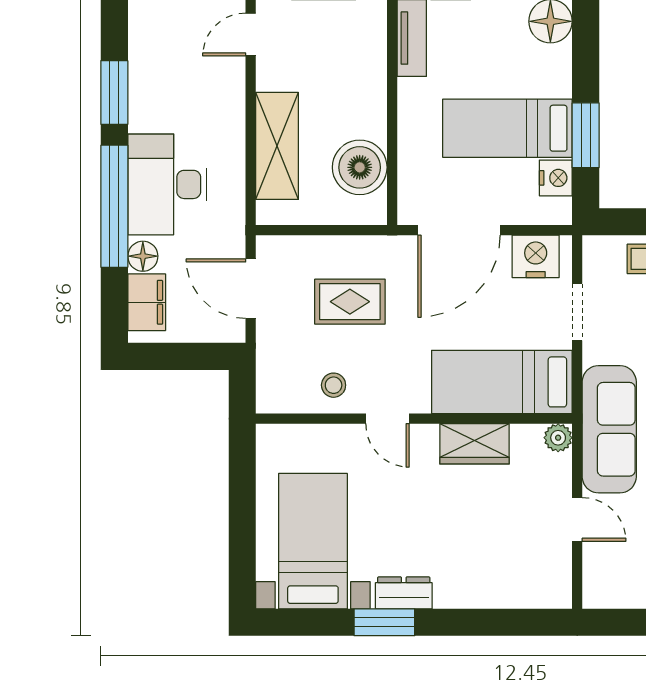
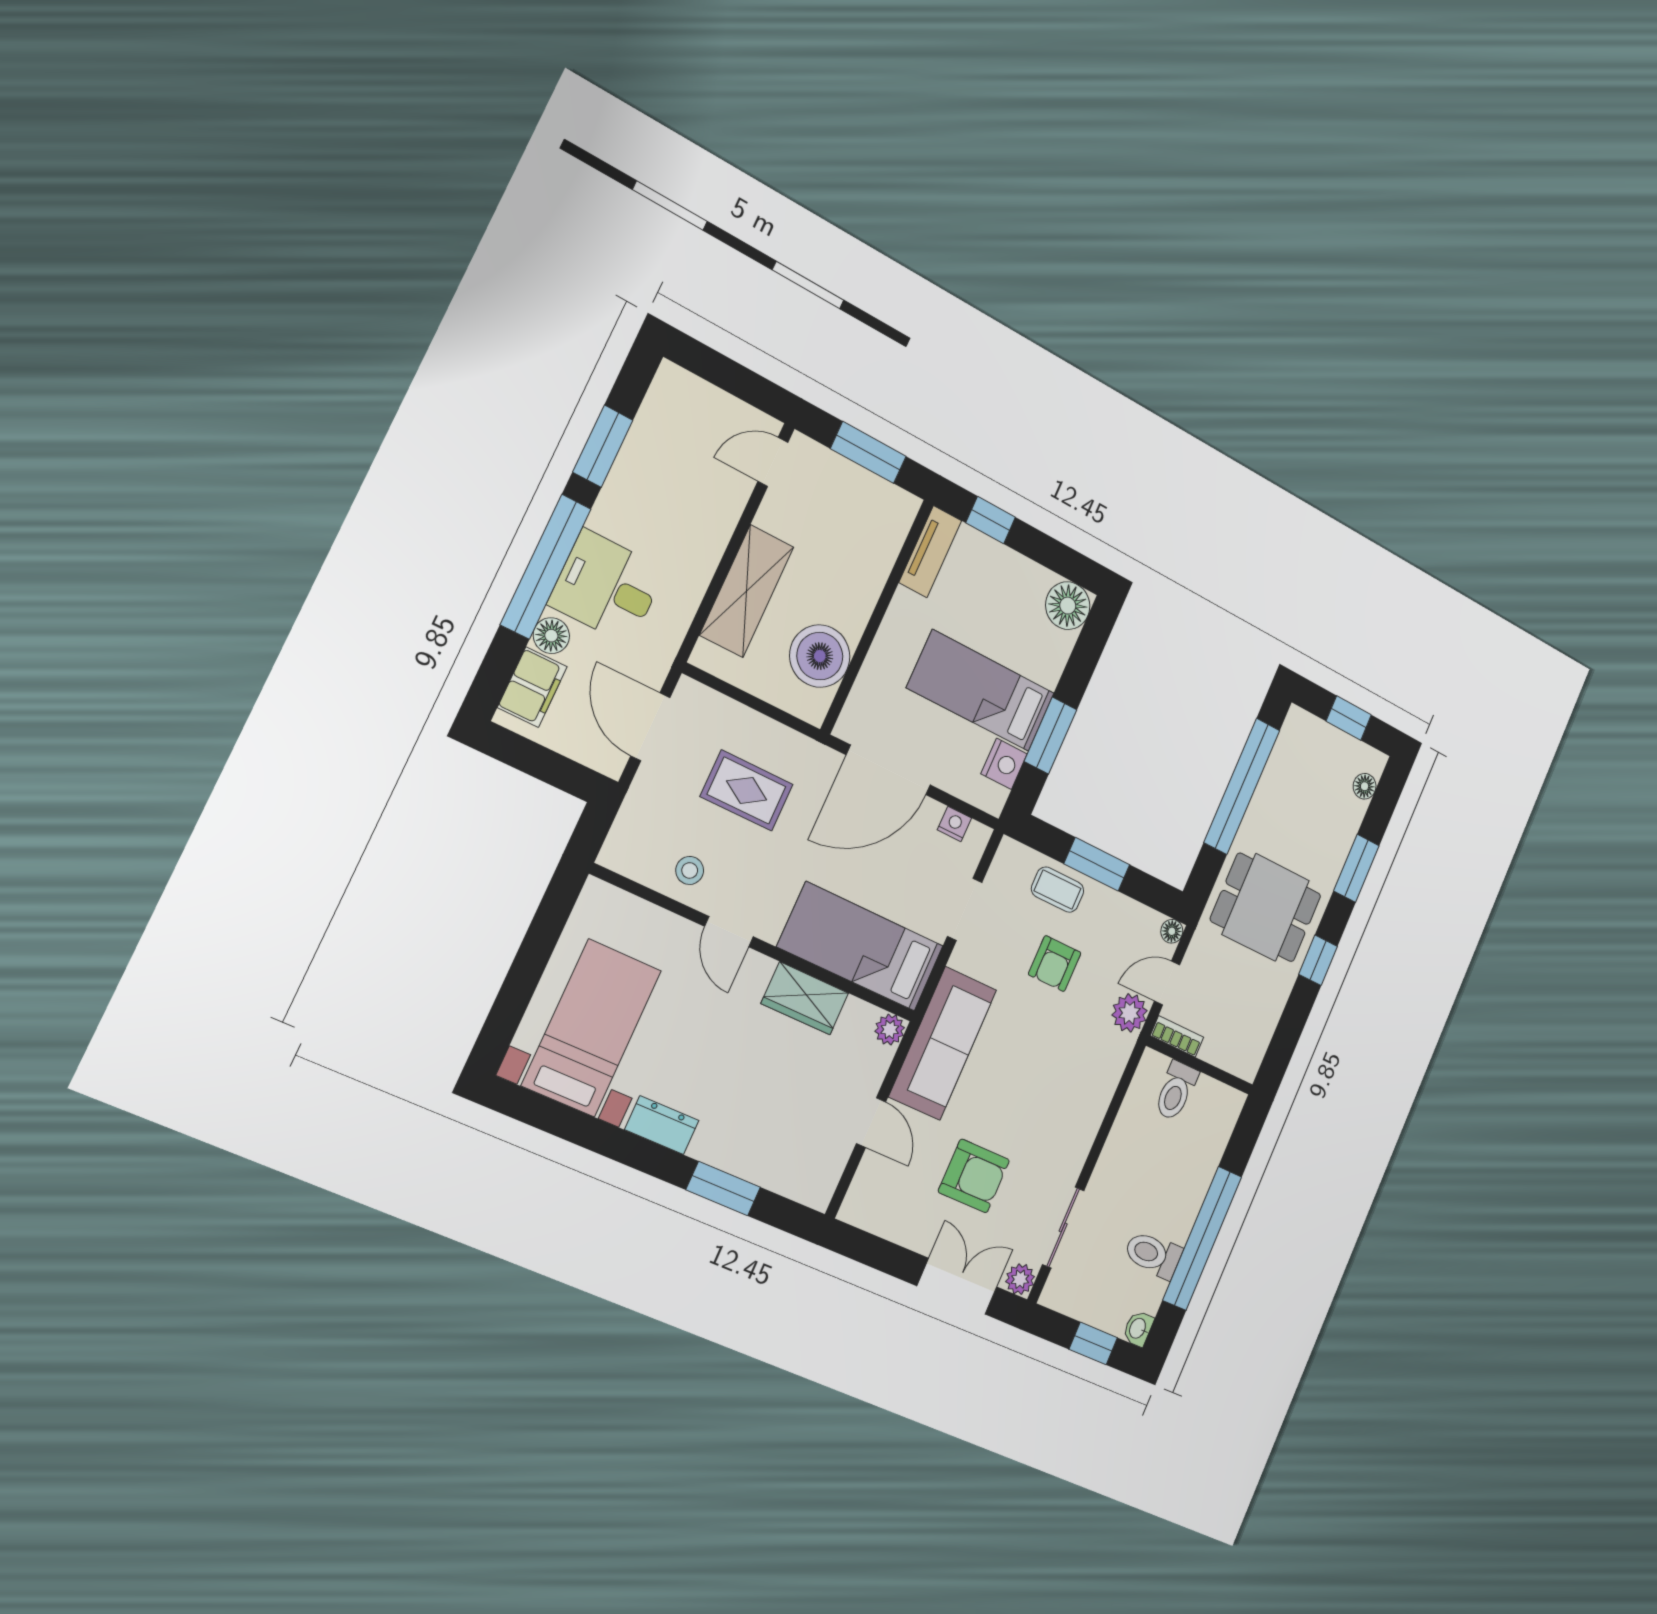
desk: (167, 184) -> (607, 587), width x0.73
nightstand: (536, 256) -> (954, 824), width x0.53, depth x0.56
window: (384, 622) -> (723, 1188), moved

